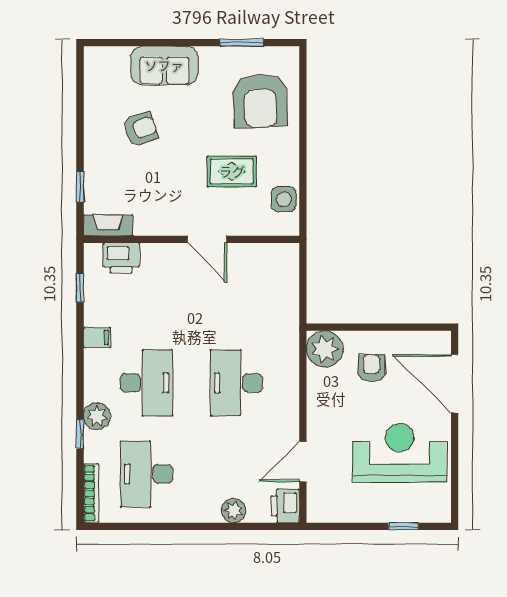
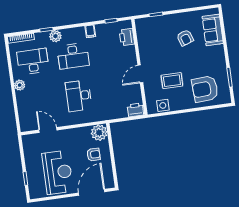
sofa: (164, 65) -> (213, 30), moved
rug: (232, 171) -> (172, 81), turned 90
fireplace: (108, 225) -> (141, 29), removed
desk: (236, 383) -> (79, 96), turned -90
printer: (285, 506) -> (135, 110), moved
plant: (234, 511) -> (20, 85), moved

